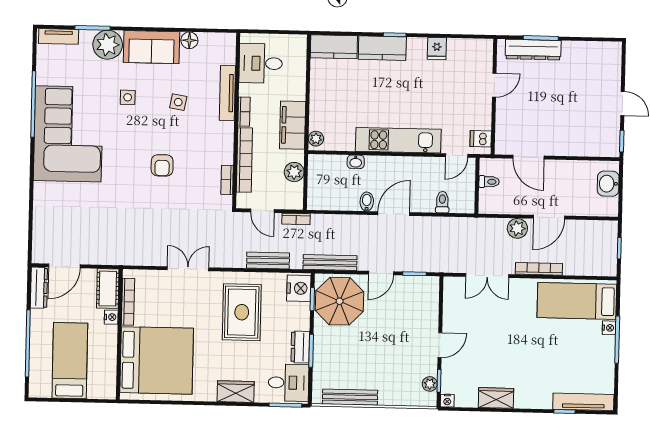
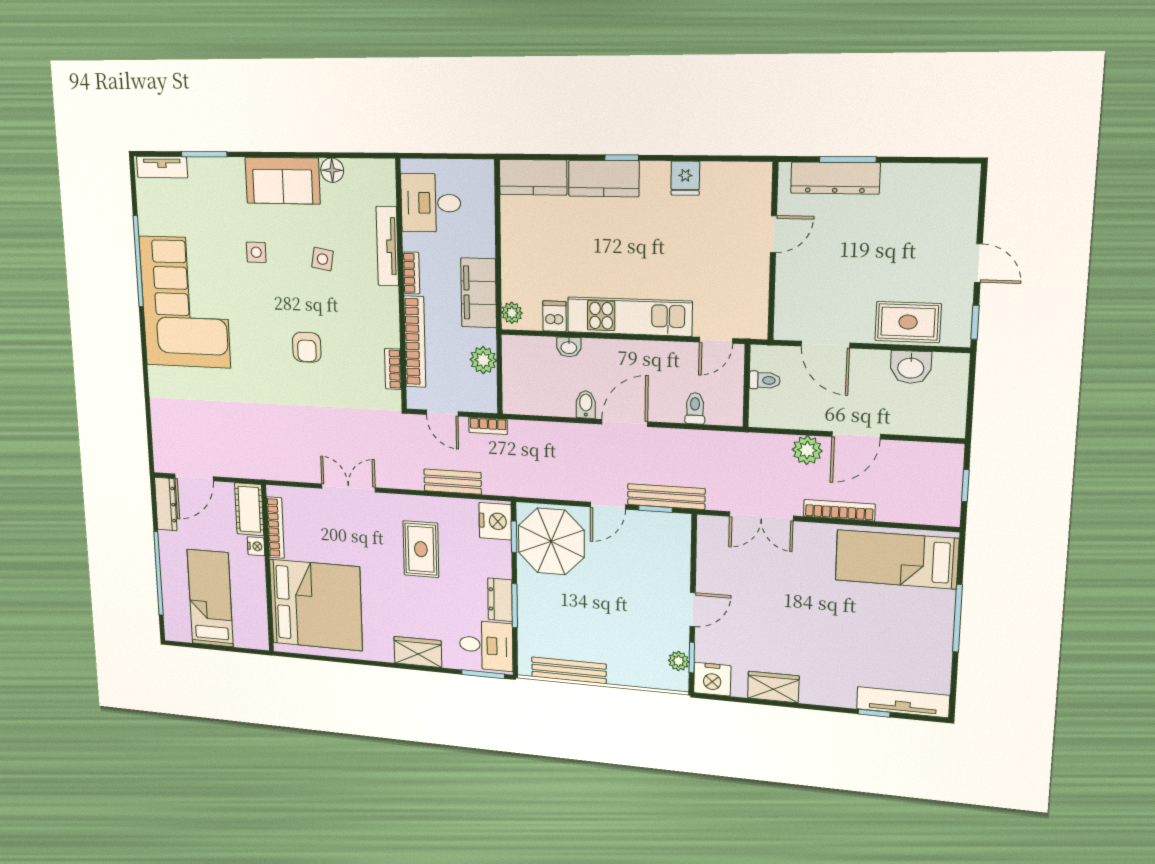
plant: (108, 45) -> (225, 178), removed
dishwasher: (481, 139) -> (554, 316), moved, turned 90
rug: (580, 141) -> (908, 322), added
washbasin: (608, 184) -> (911, 367), moved, turned -90
bench: (330, 263) -> (666, 497), moved
rug: (242, 312) -> (421, 549), width x0.73, depth x0.70
nightstand: (609, 328) -> (945, 601), removed
nightstand: (447, 401) -> (712, 679), width x1.89, depth x1.79

